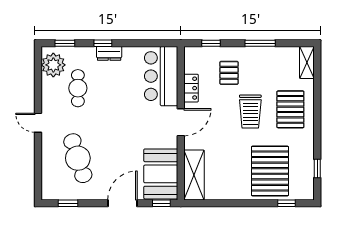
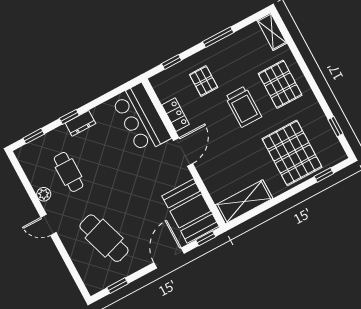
plant: (53, 65) -> (44, 194), moved, width x0.53, depth x0.53
shelving: (194, 175) -> (244, 202), moved, turned 90

